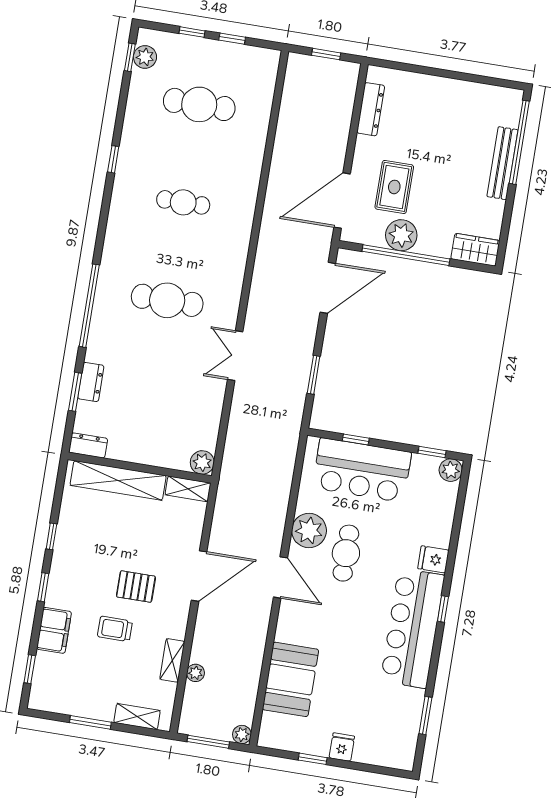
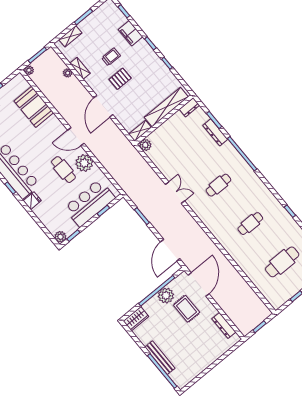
cafe table: (167, 300) -> (218, 185), width x0.73, depth x0.74
dresser: (91, 382) -> (215, 132), width x1.44

